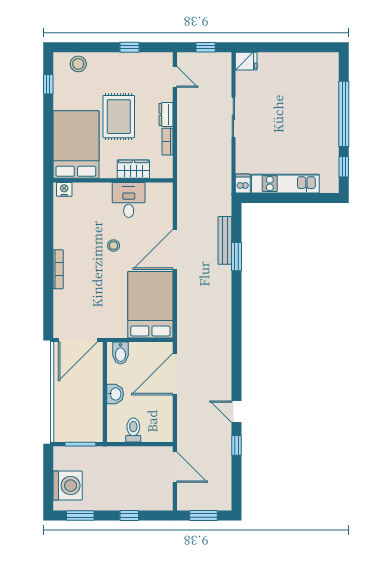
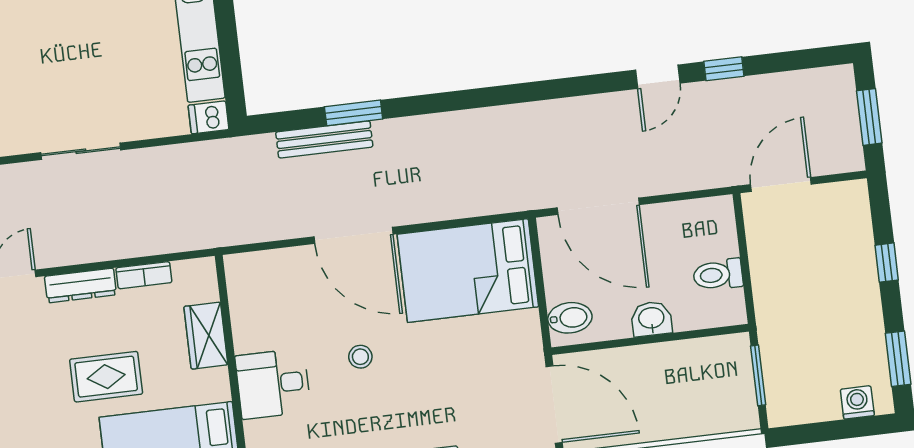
dresser: (166, 115) -> (81, 286), width x1.44
rug: (119, 117) -> (106, 377), width x0.73, depth x0.70
desk: (129, 200) -> (273, 384), moved
washing machine: (68, 486) -> (857, 402), width x0.53, depth x0.53

